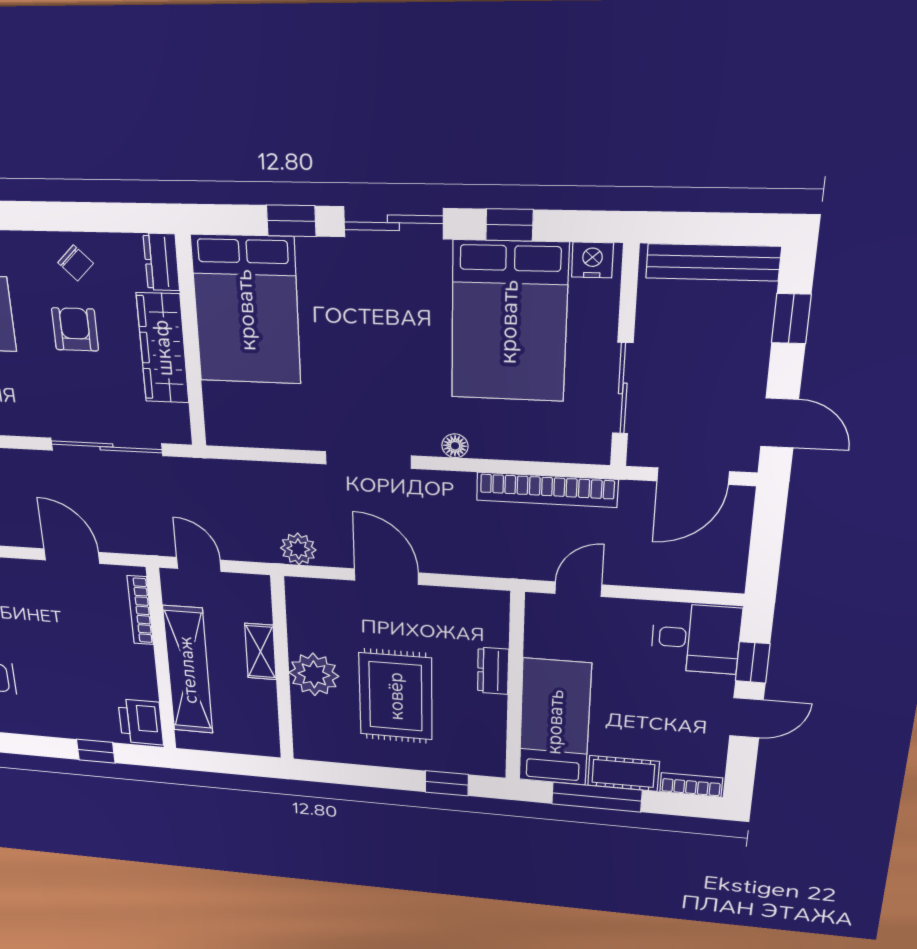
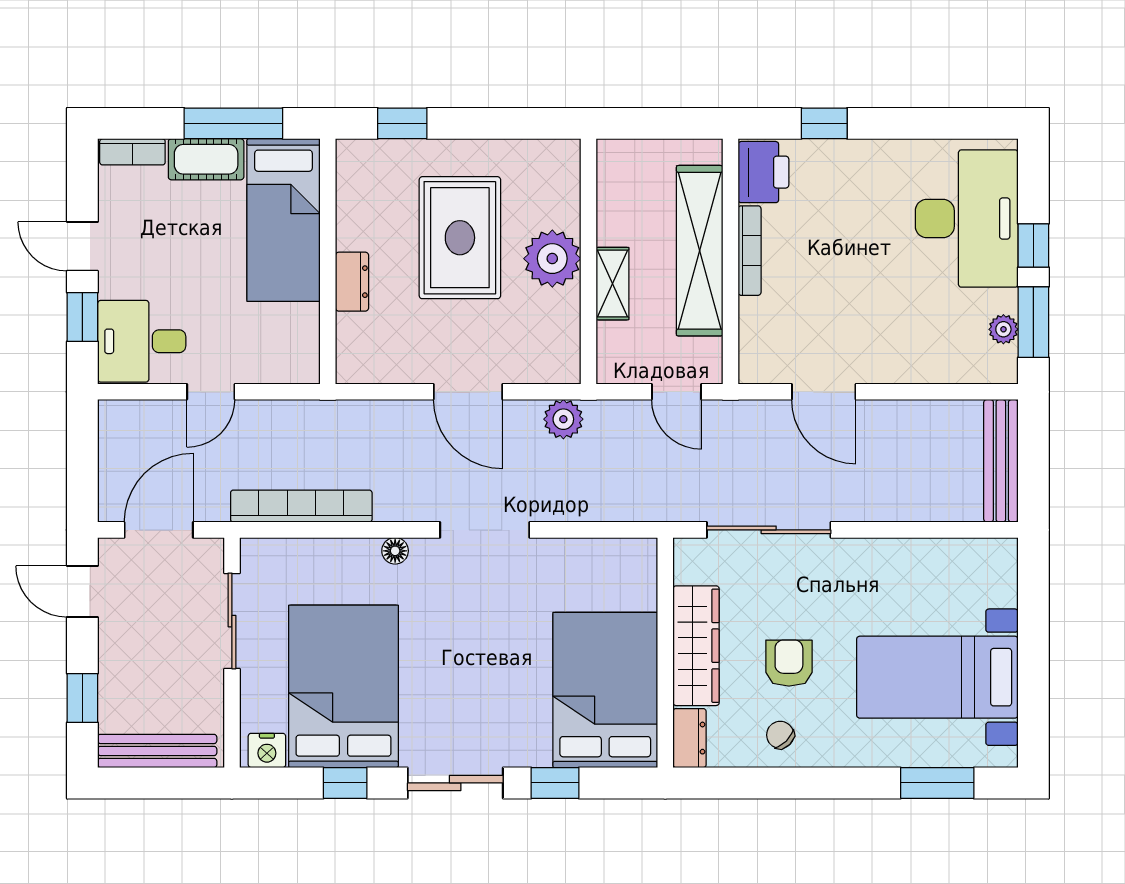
armchair: (75, 329) -> (789, 663), turned 180
door: (578, 589) -> (211, 392), moved
bookcase: (140, 610) -> (750, 251), moved
door: (746, 718) -> (82, 246), hinge flipped

